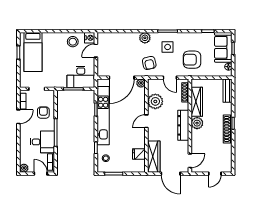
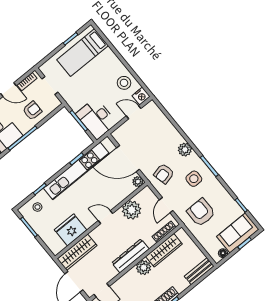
fridge: (139, 154) -> (71, 230), width x1.88, depth x1.34

